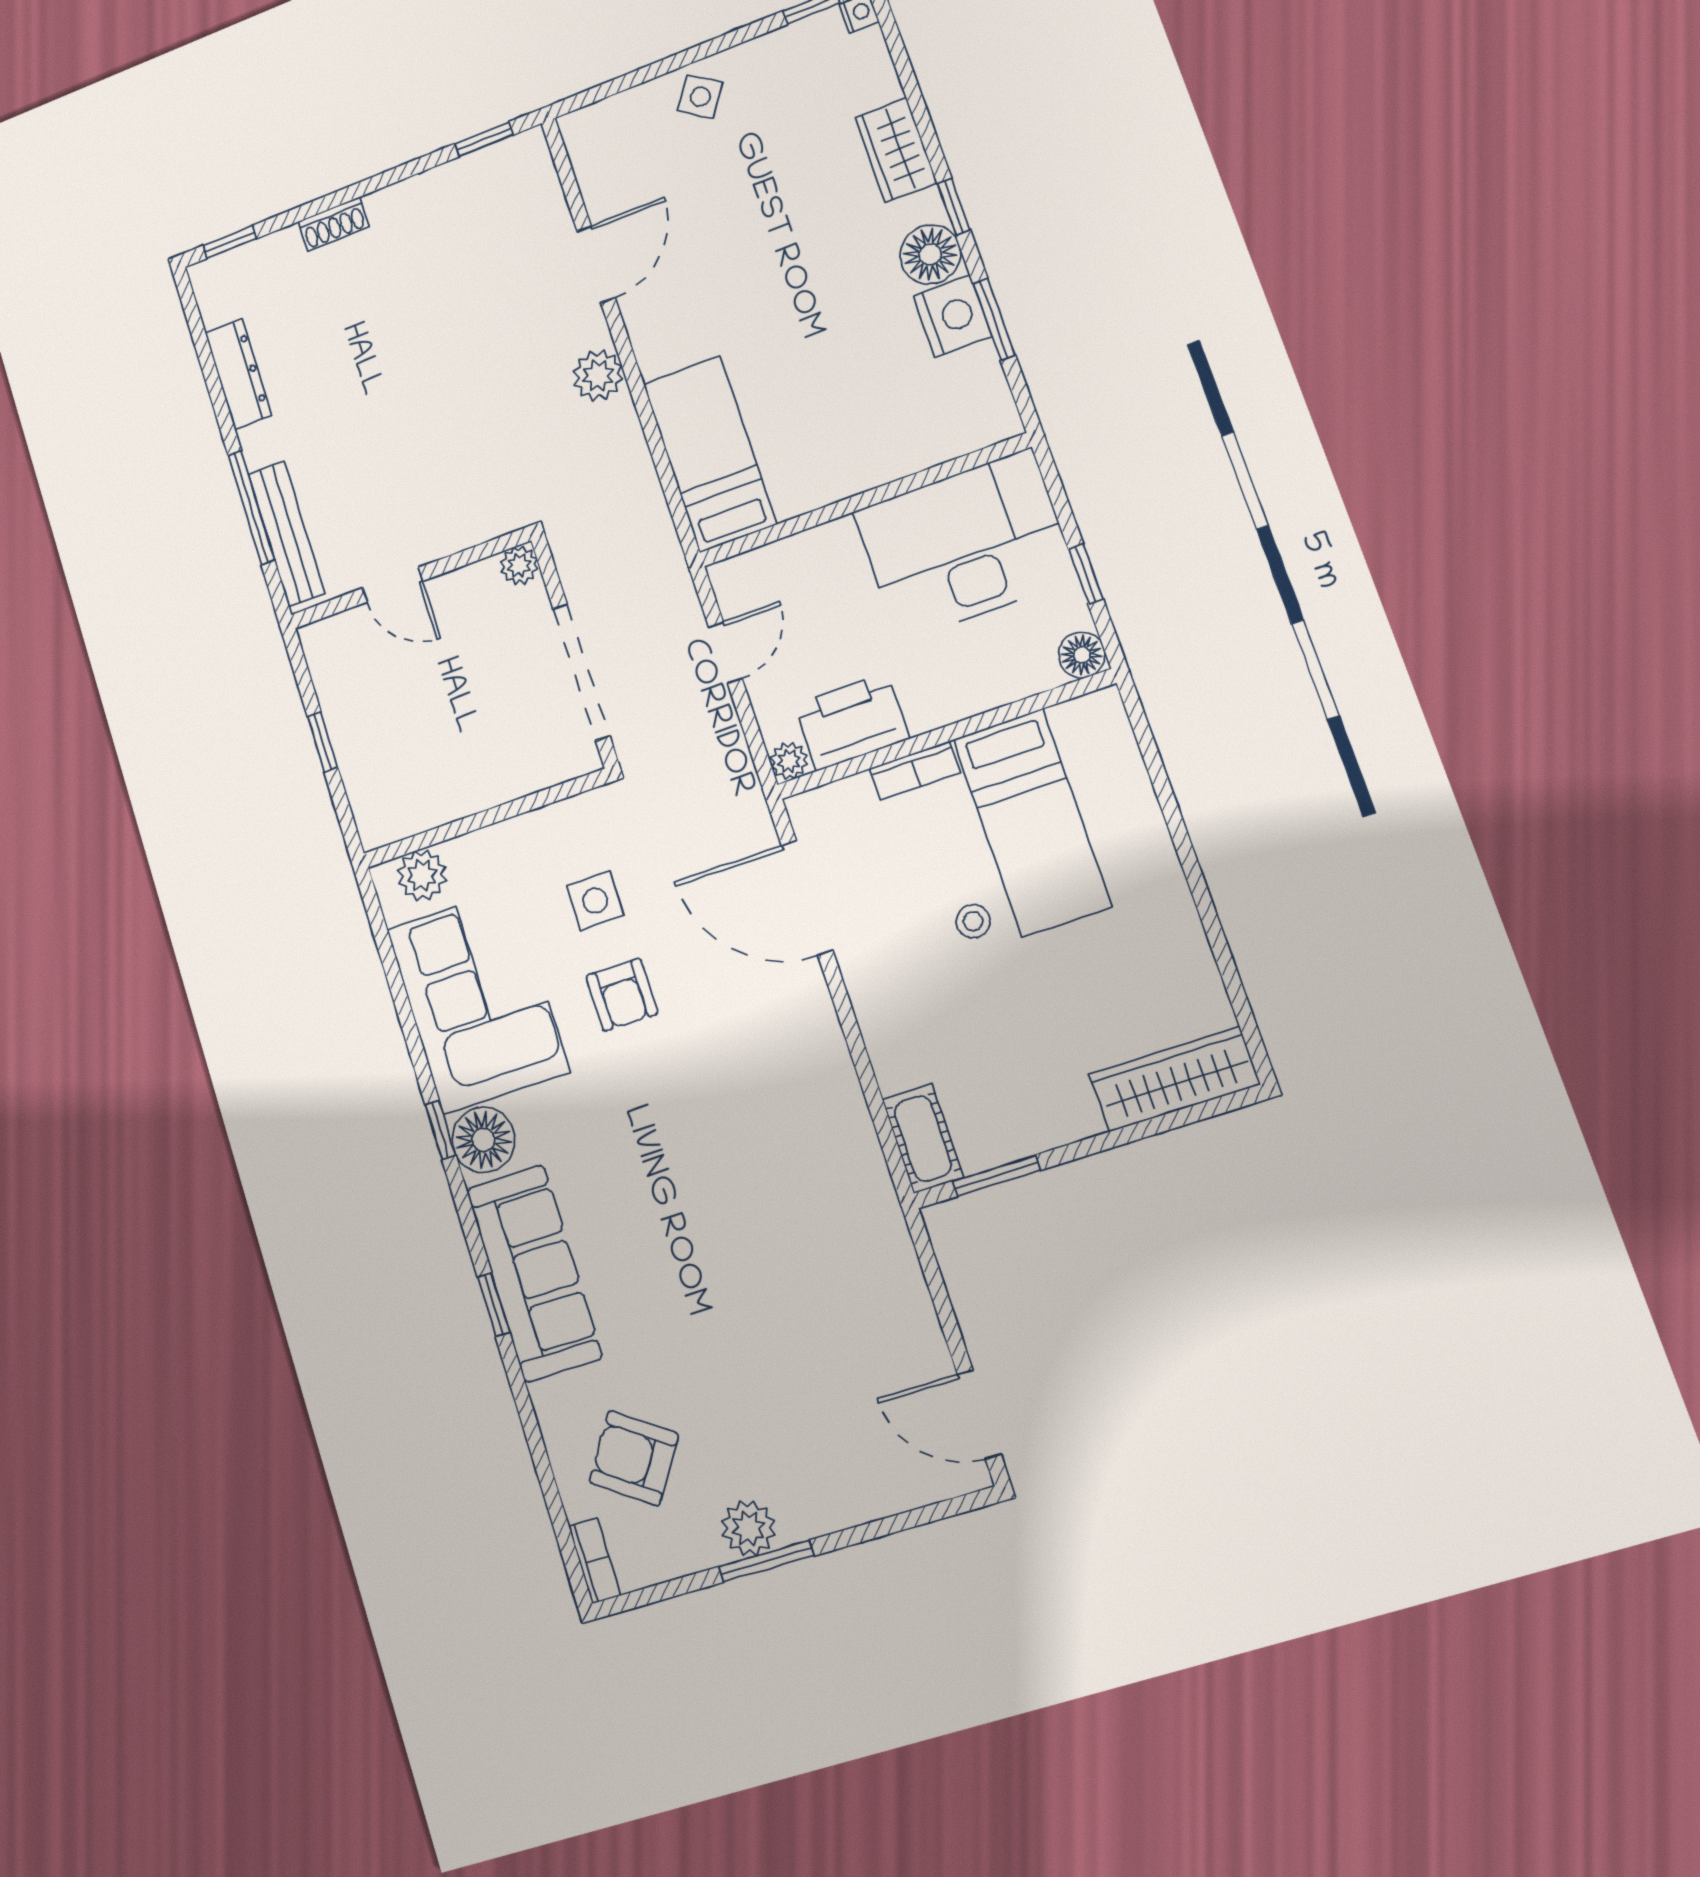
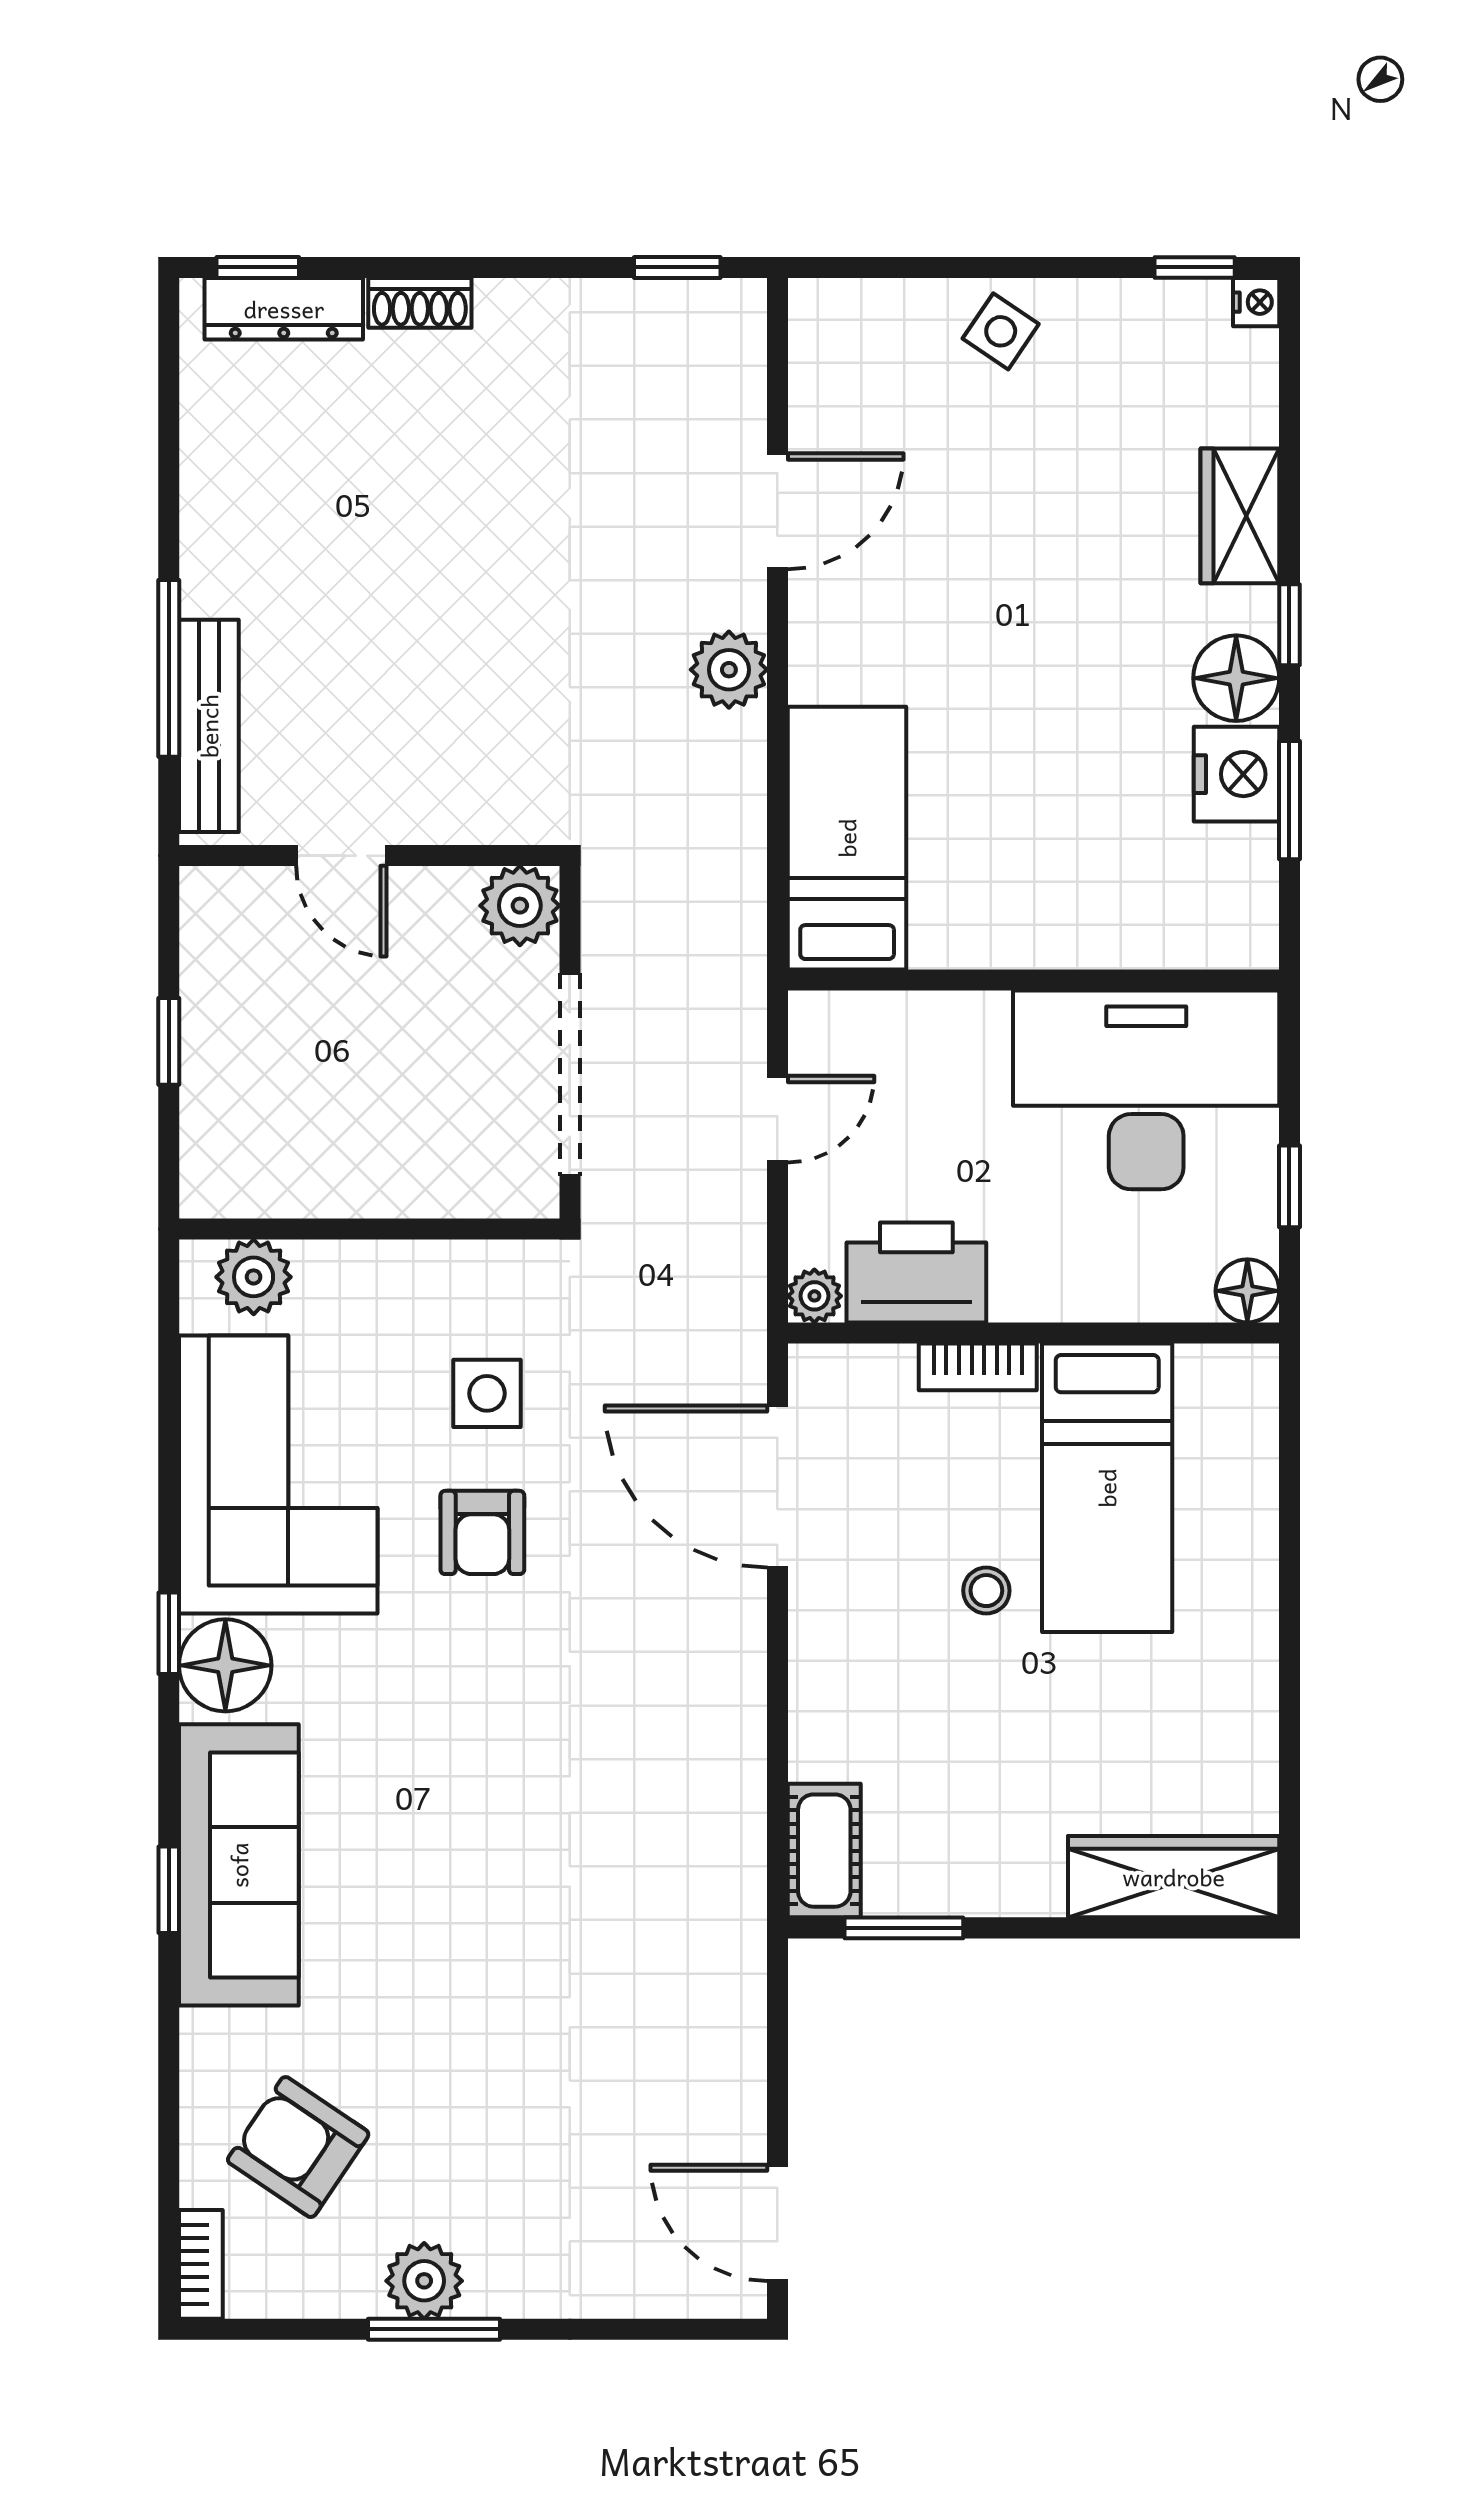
dresser: (238, 374) -> (284, 309), moved, turned 90
plant: (519, 565) -> (520, 906), width x1.38, depth x1.38

